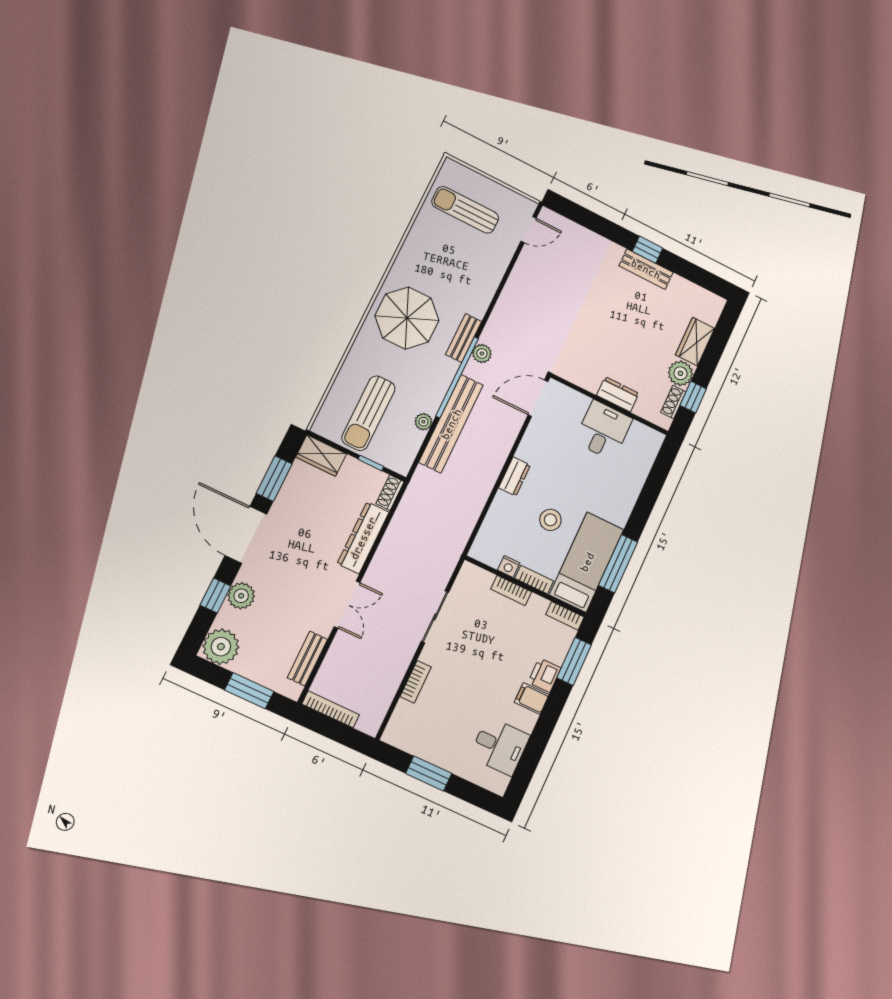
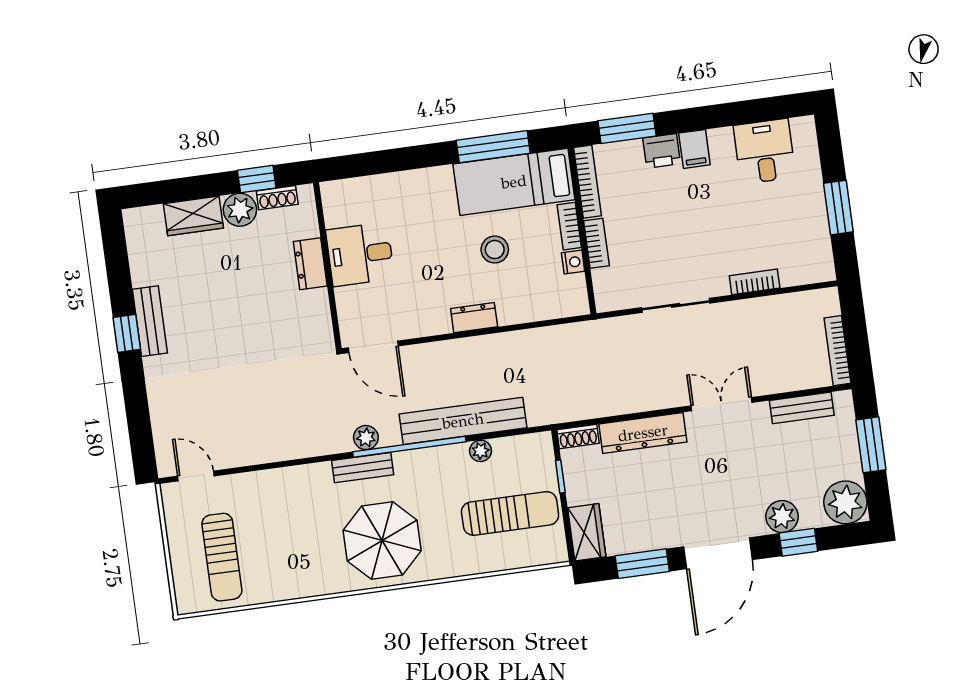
bookcase: (565, 616) -> (588, 182), width x1.56

